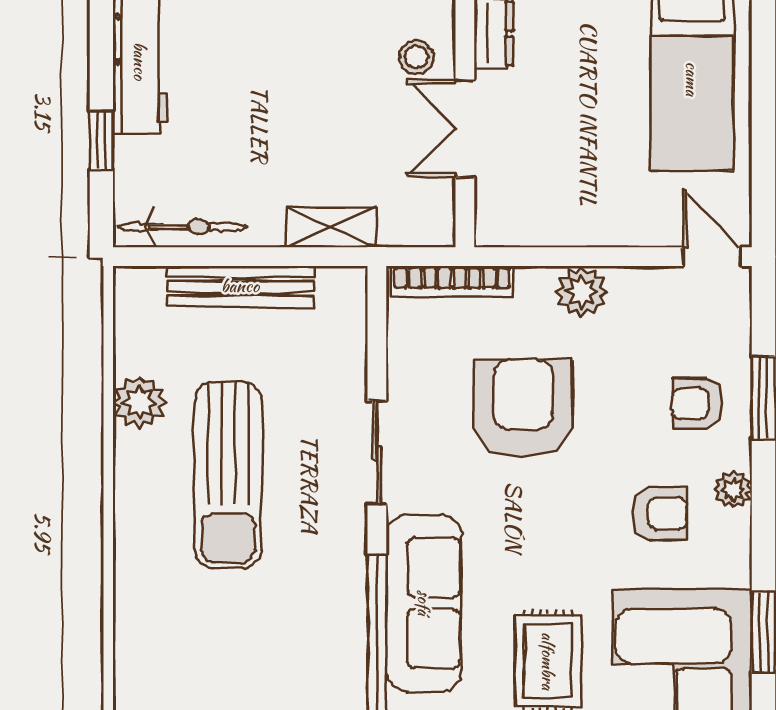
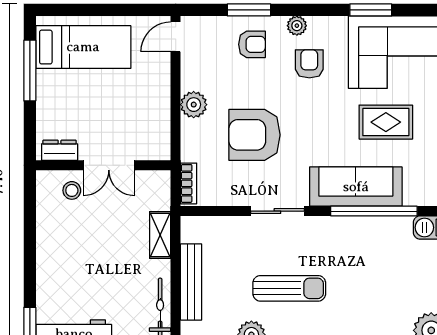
bookcase: (452, 282) -> (189, 183), width x0.64
armchair: (697, 404) -> (252, 44), turned -90
sun lounger: (228, 475) -> (289, 288), width x0.73, depth x0.75

